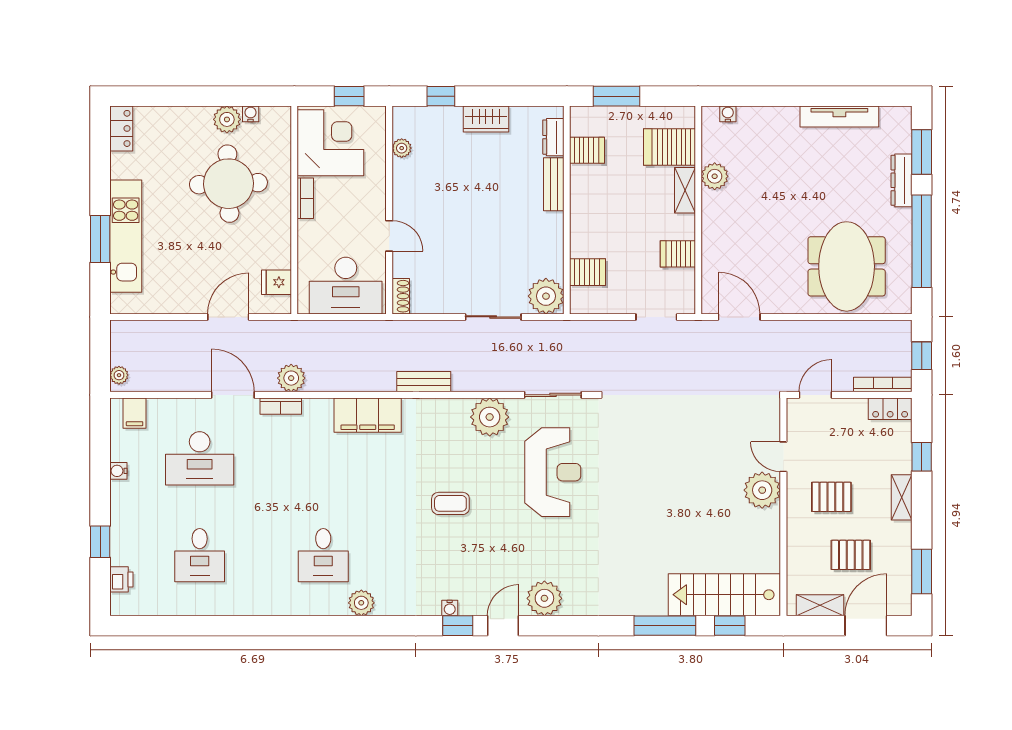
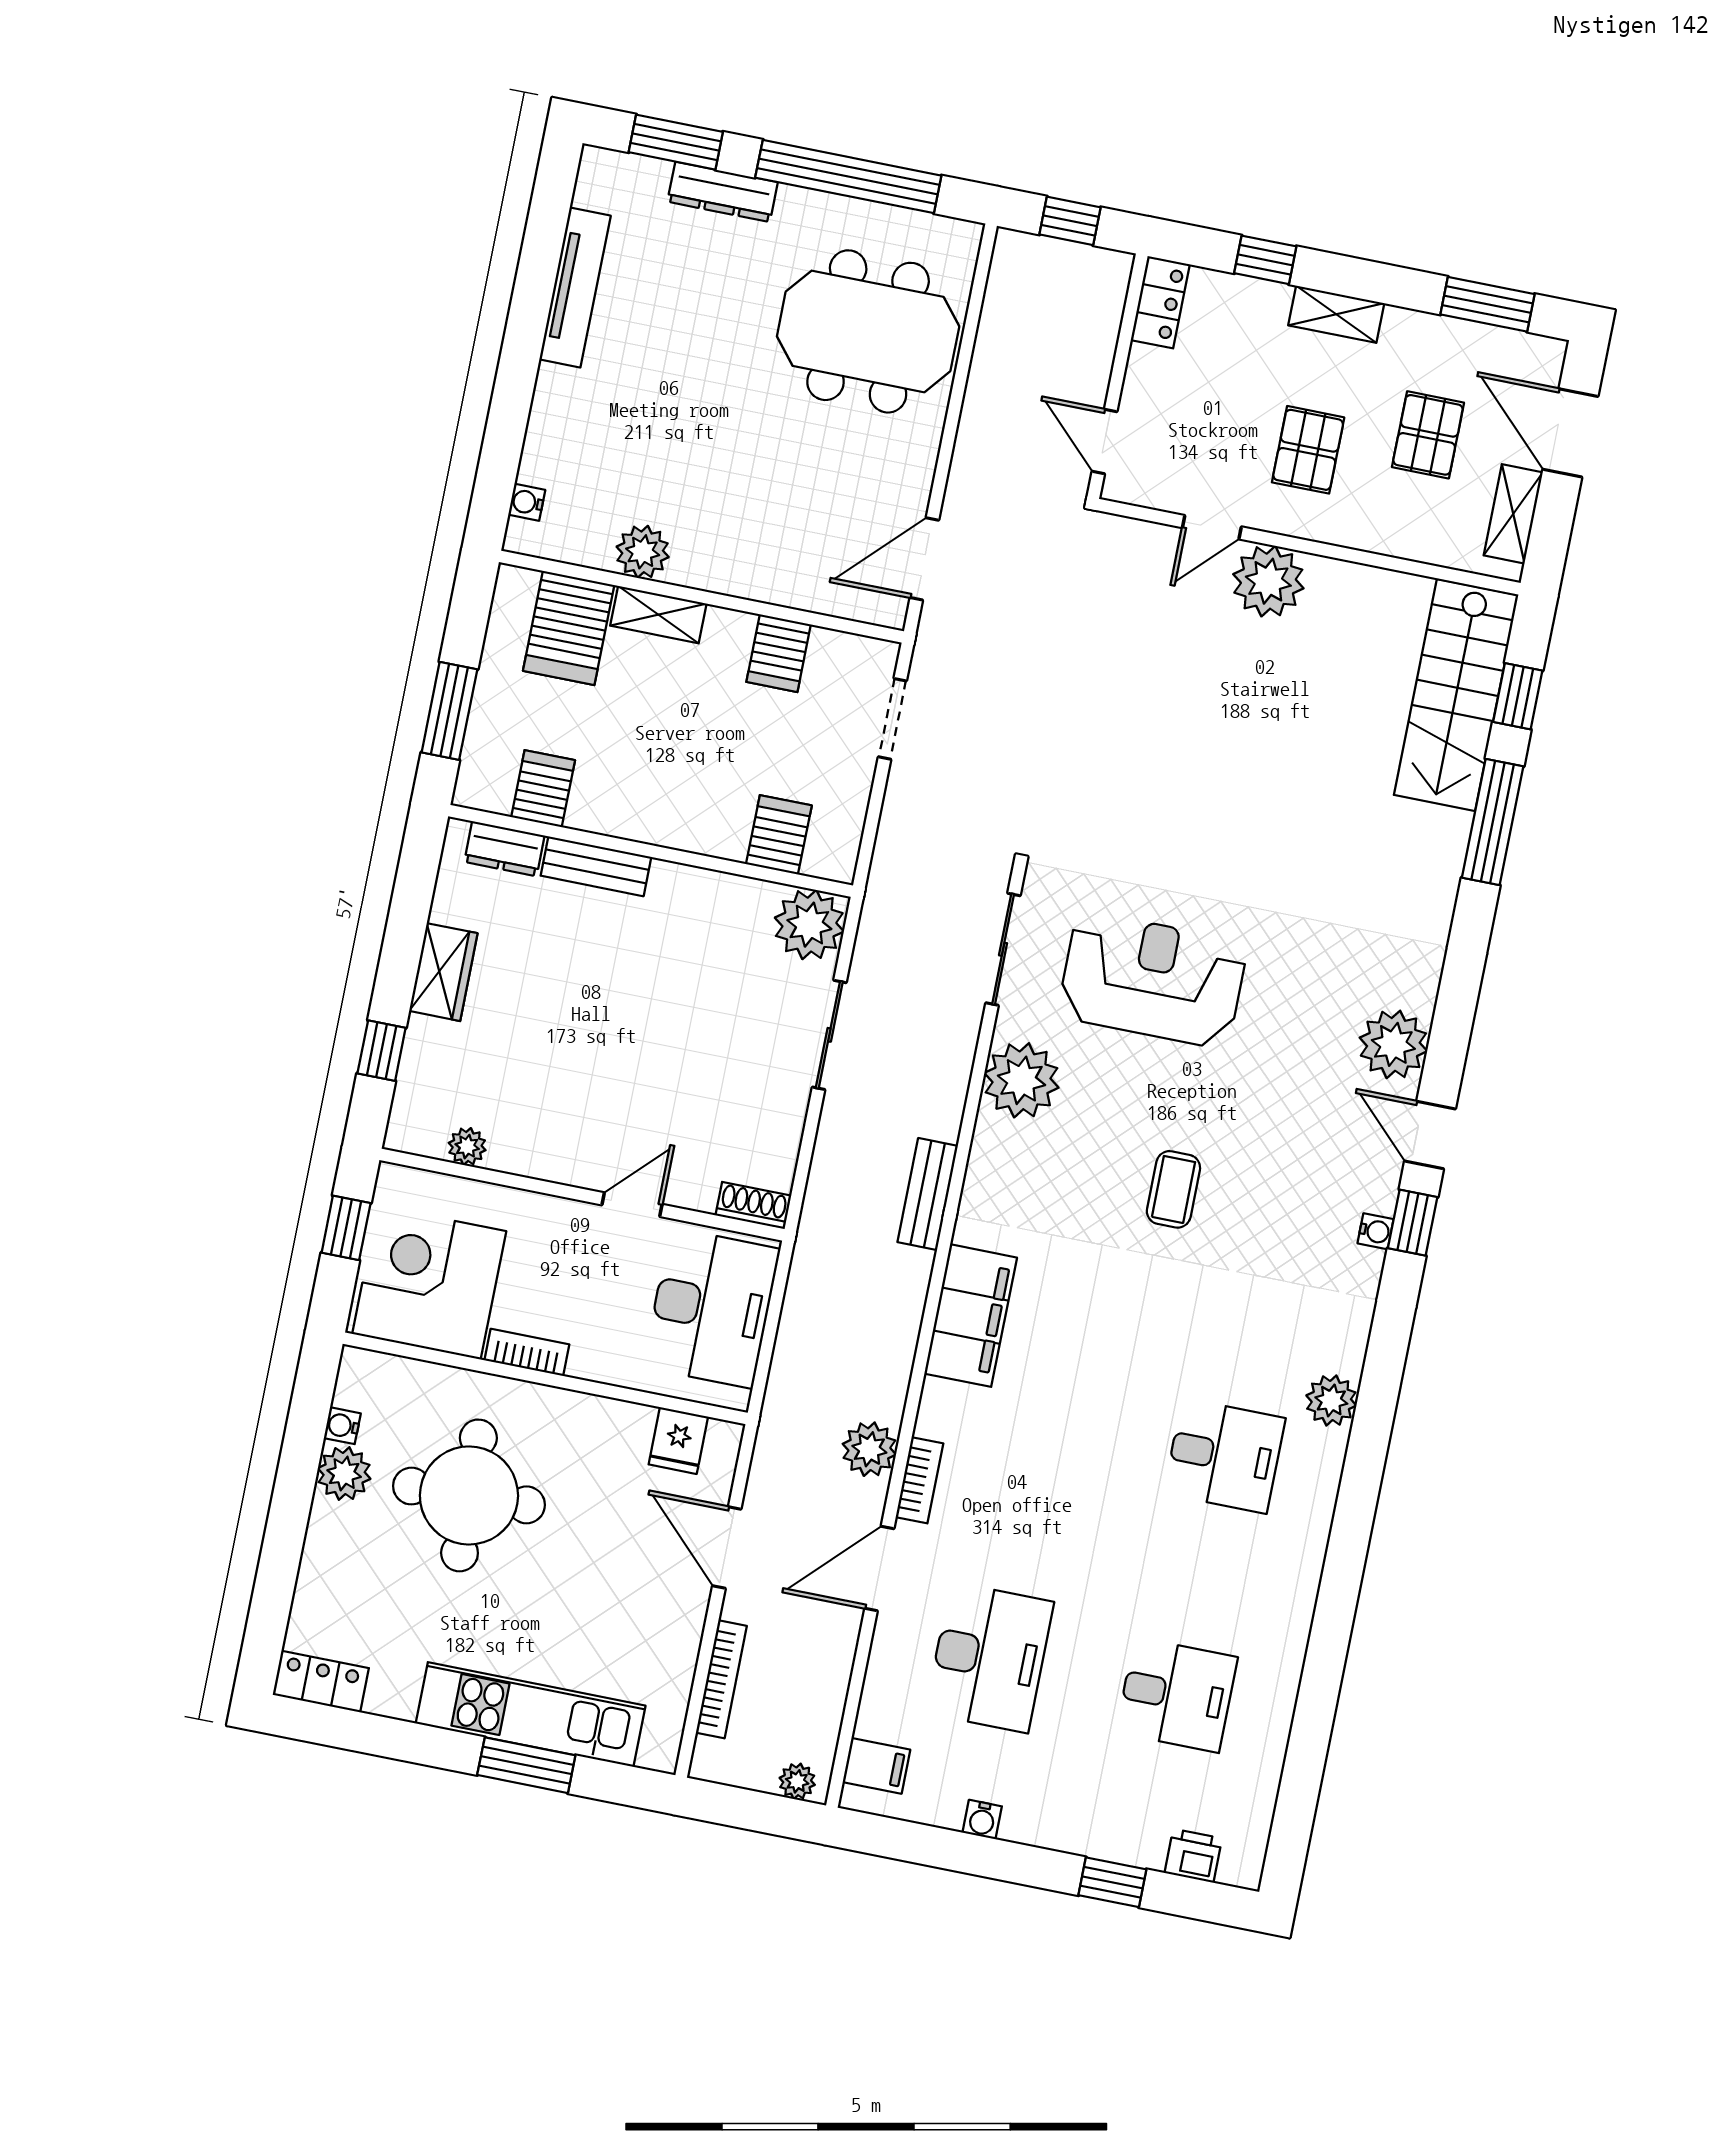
bookcase: (883, 384) -> (721, 1679), moved, turned 180

